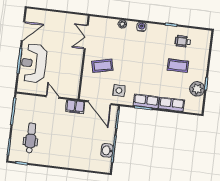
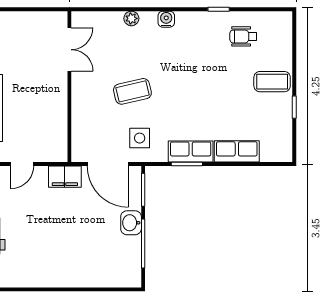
double door: (86, 37) -> (69, 50), swing flipped
coffee table: (102, 66) -> (132, 91), moved
coffee table: (178, 66) -> (272, 82), moved
plant: (197, 89) -> (279, 118), removed
door: (52, 97) -> (22, 164), swing flipped
washbasin: (107, 150) -> (131, 223), moved

